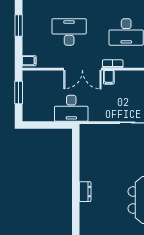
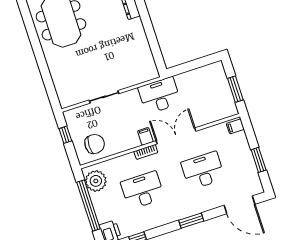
desk: (69, 32) -> (203, 171), turned 180
desk: (71, 108) -> (159, 95), moved

